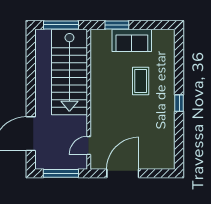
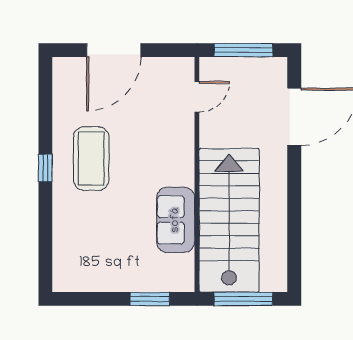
sofa: (132, 40) -> (176, 220), moved, turned -90
coffee table: (141, 81) -> (91, 159), moved, width x1.36, depth x1.32
door: (123, 173) -> (114, 50), moved

